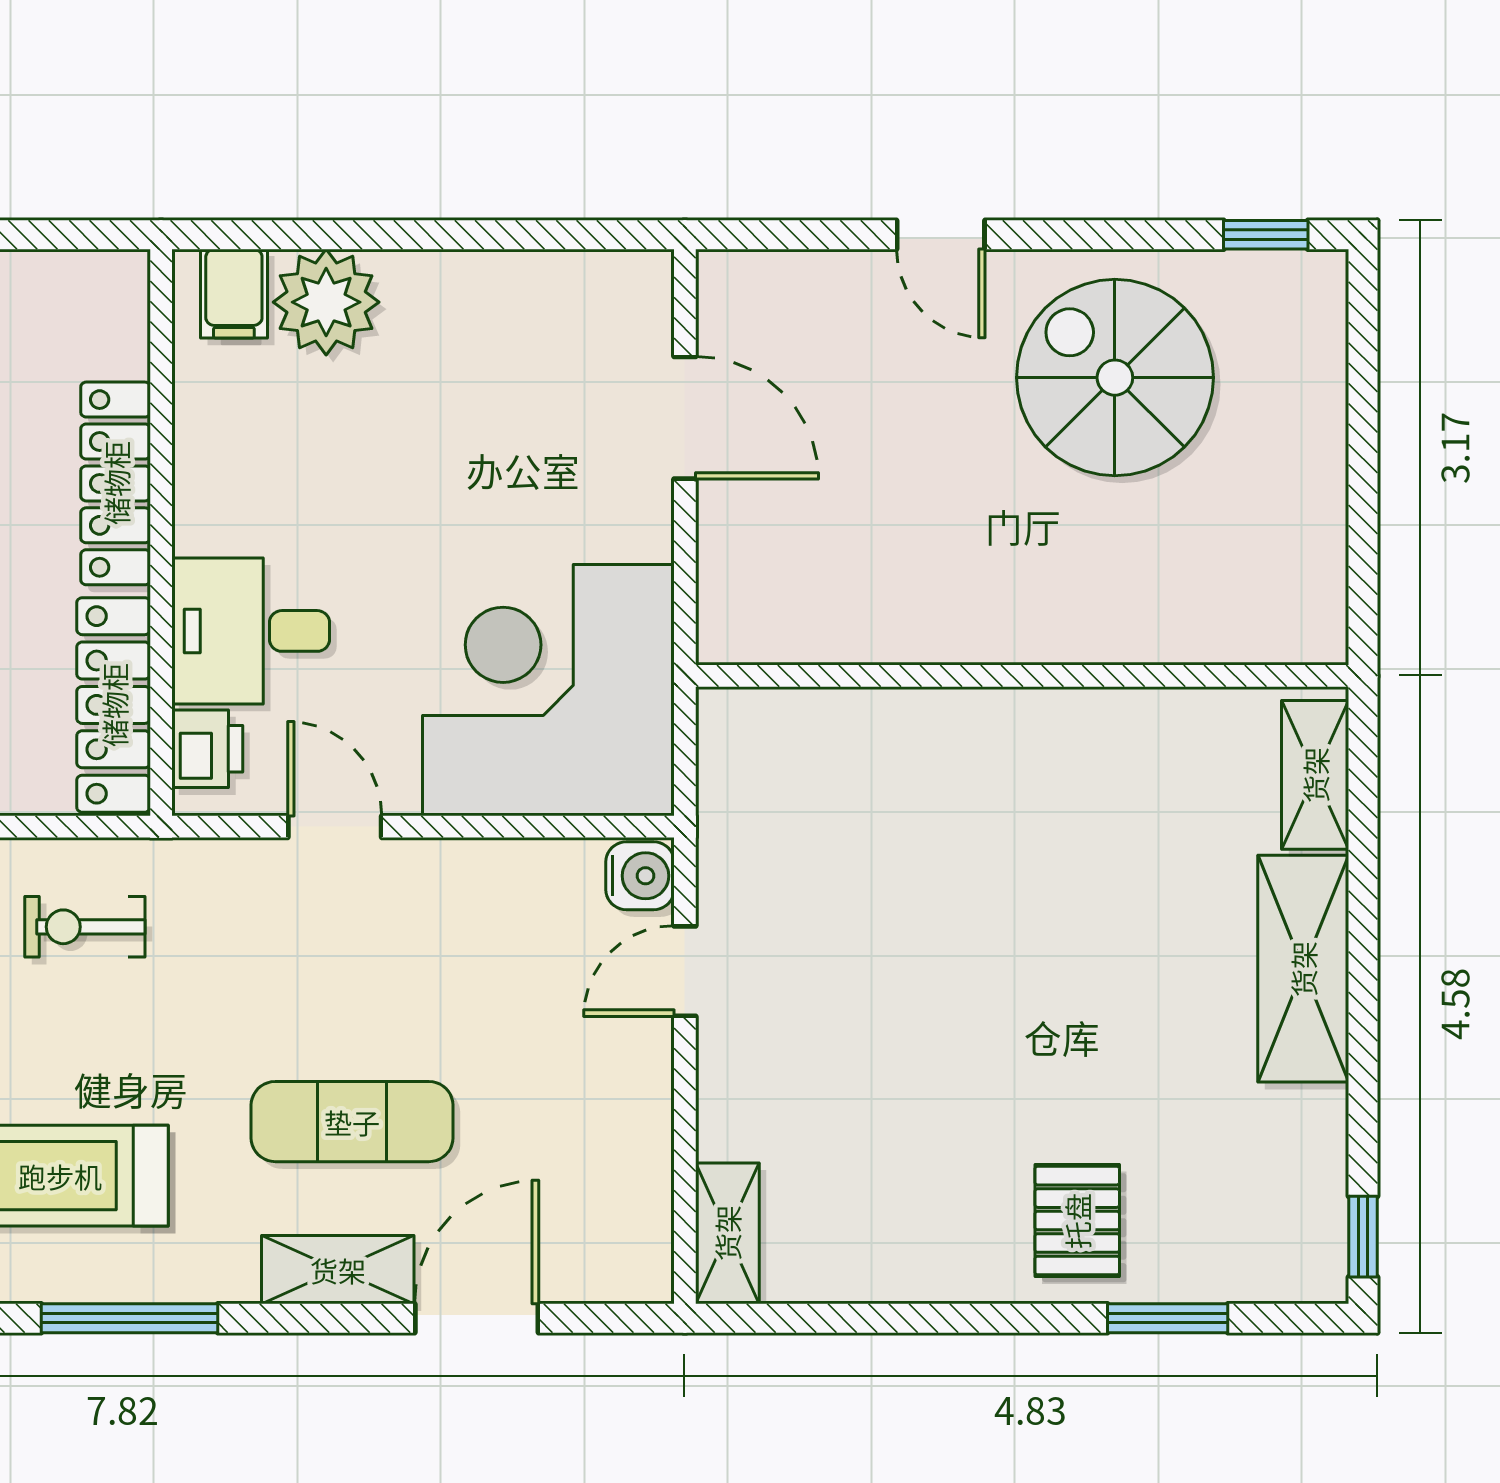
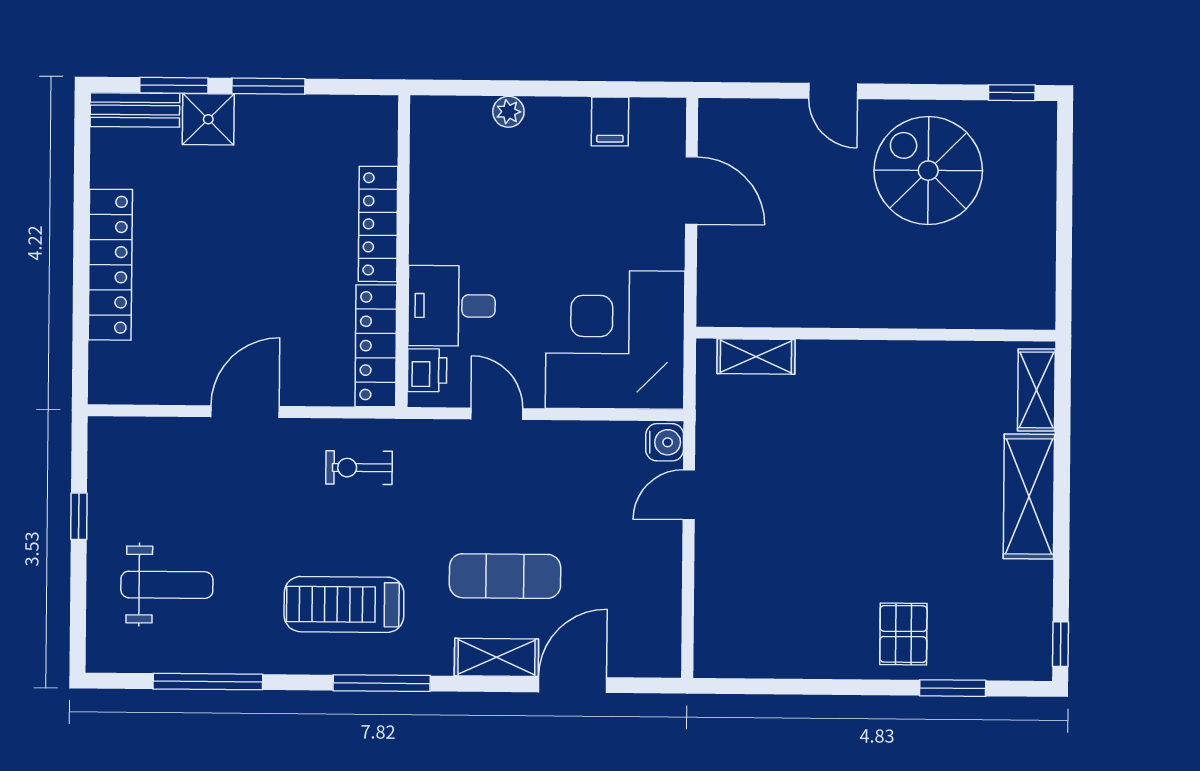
filing cabinet: (234, 294) -> (610, 122), moved
plant: (326, 302) -> (508, 112), width x0.53, depth x0.53
shelving: (727, 1233) -> (756, 357), moved, turned 90

